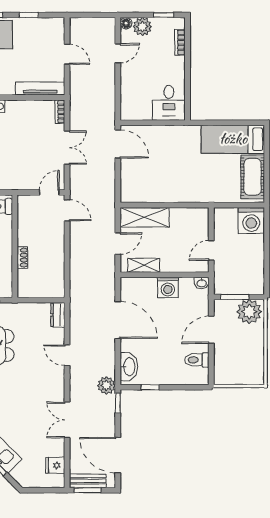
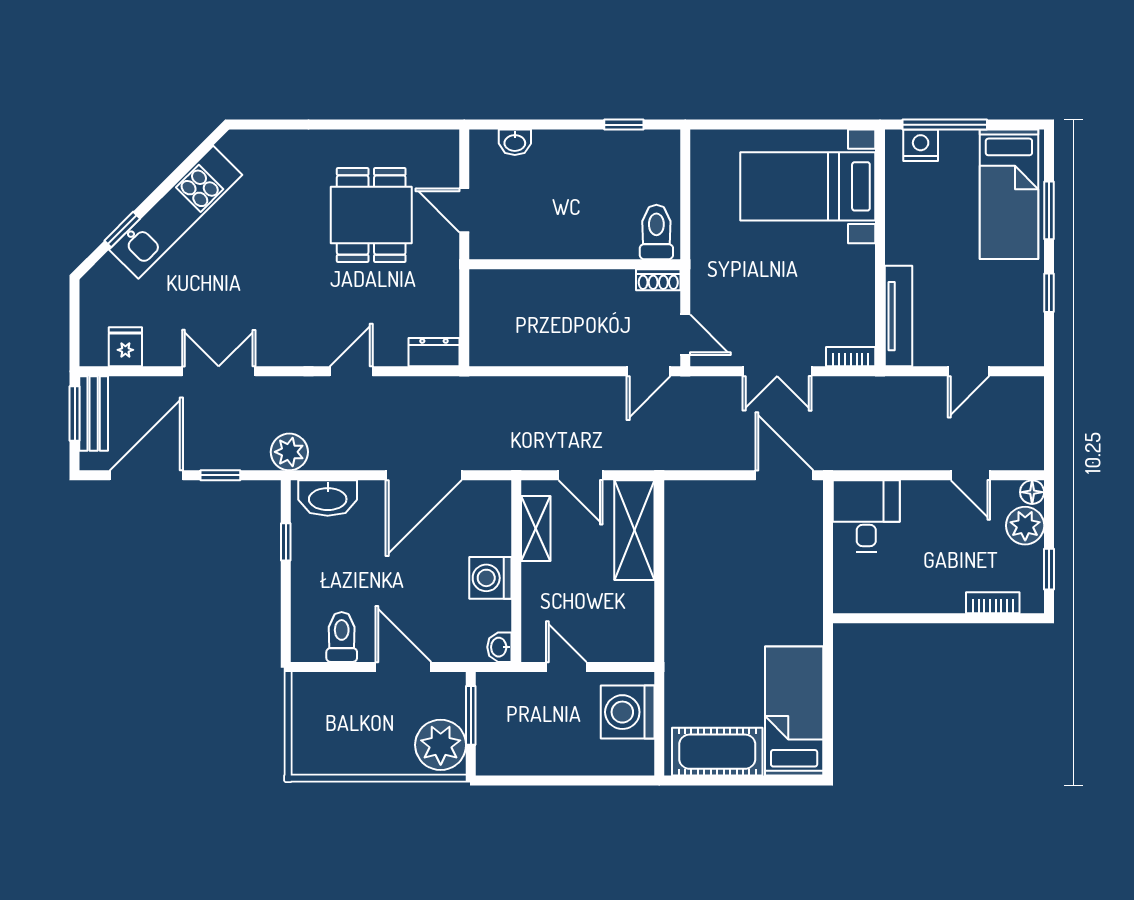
desk: (169, 103) -> (866, 516), moved, turned 90
door: (118, 144) -> (784, 475), swing flipped
washing machine: (251, 220) -> (628, 712), moved
shoe rack: (22, 258) -> (658, 280), moved
window: (118, 403) -> (220, 475), moved

